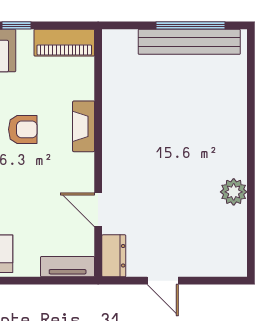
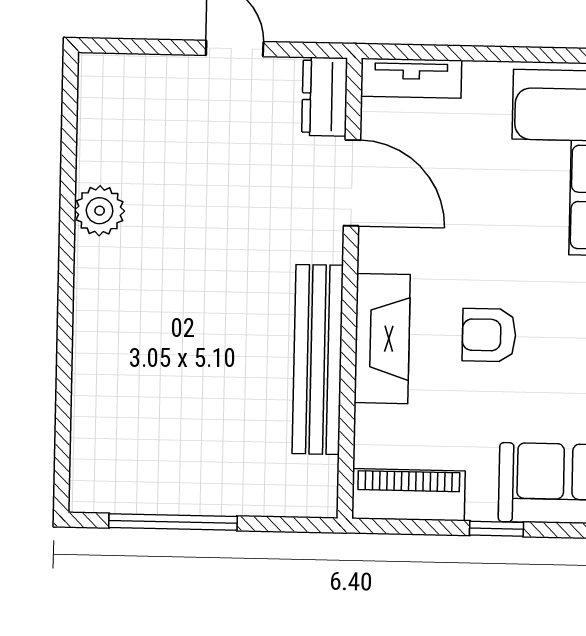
bench: (189, 42) -> (318, 359), moved, turned 90
fireplace: (84, 126) -> (382, 339), width x1.37, depth x1.32
door: (98, 210) -> (352, 183), width x1.38

